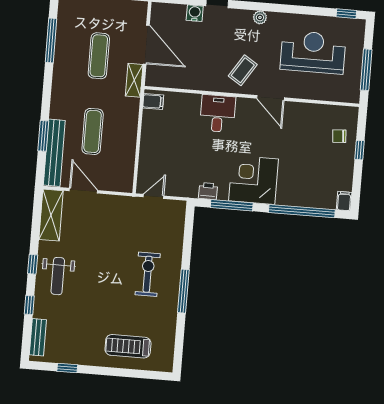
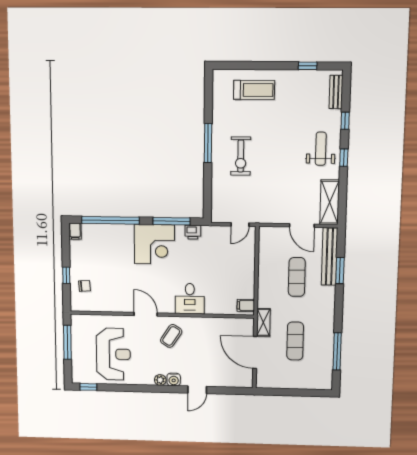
water cooler: (195, 13) -> (174, 379), moved
reception desk: (313, 52) -> (113, 354), turned -90

